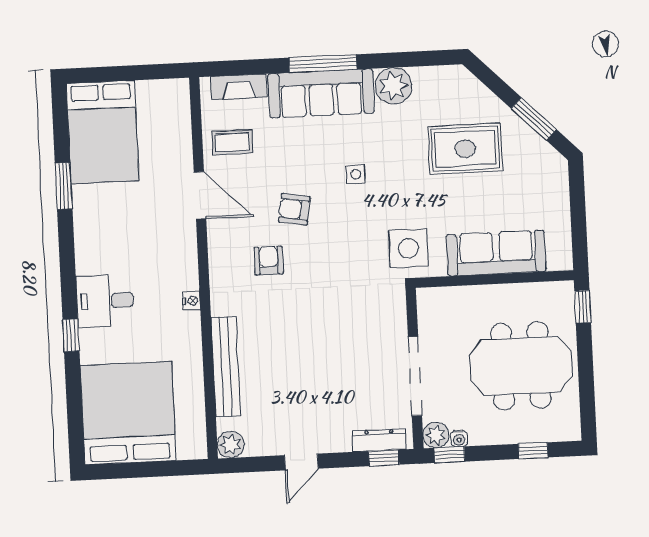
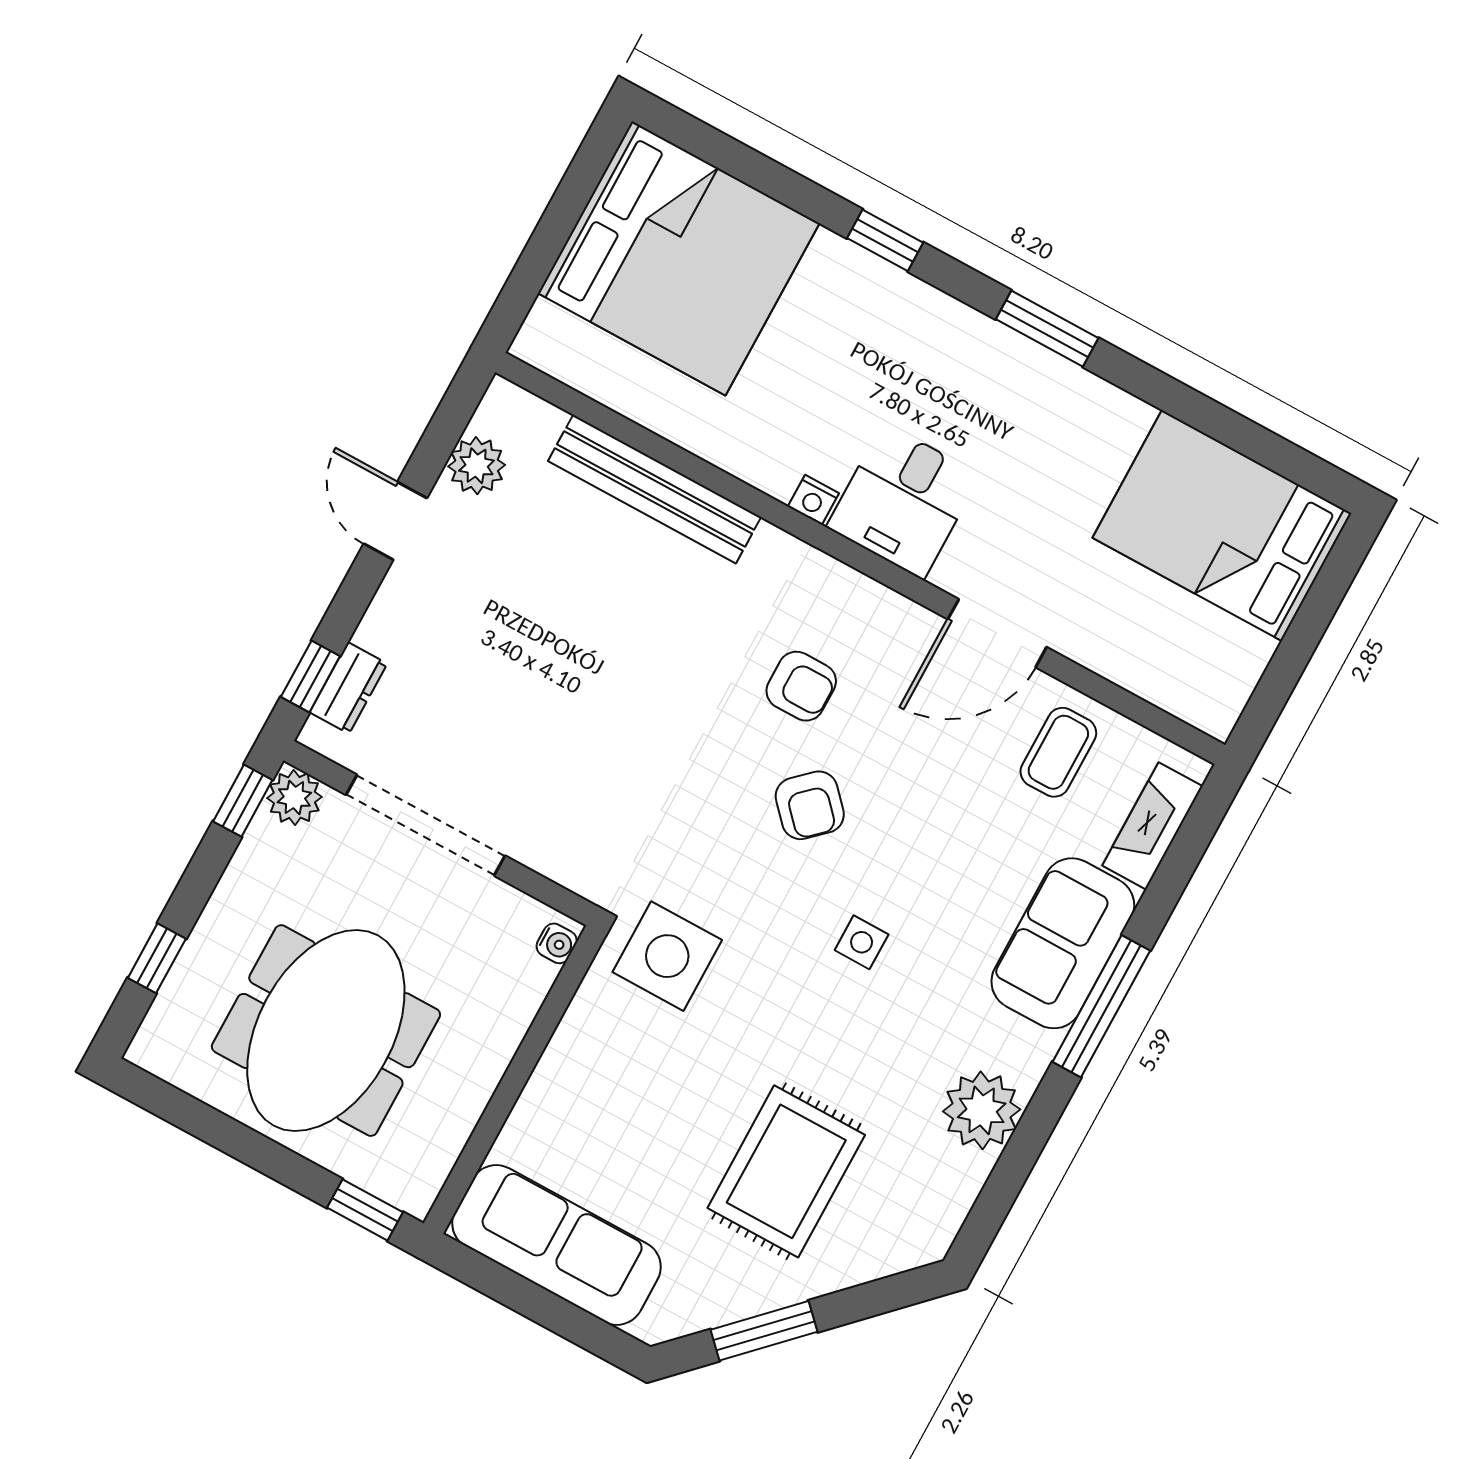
sofa: (321, 93) -> (1063, 943), width x0.73
window: (64, 186) -> (1047, 329), moved
armchair: (294, 209) -> (810, 805), moved, turned 127
sofa: (496, 253) -> (556, 1245), moved, turned -90
desk: (105, 301) -> (903, 501), moved, turned 180
water cooler: (459, 439) -> (557, 943), moved, turned 180
dresser: (379, 440) -> (348, 688), width x0.70
plant: (231, 444) -> (477, 466), moved

